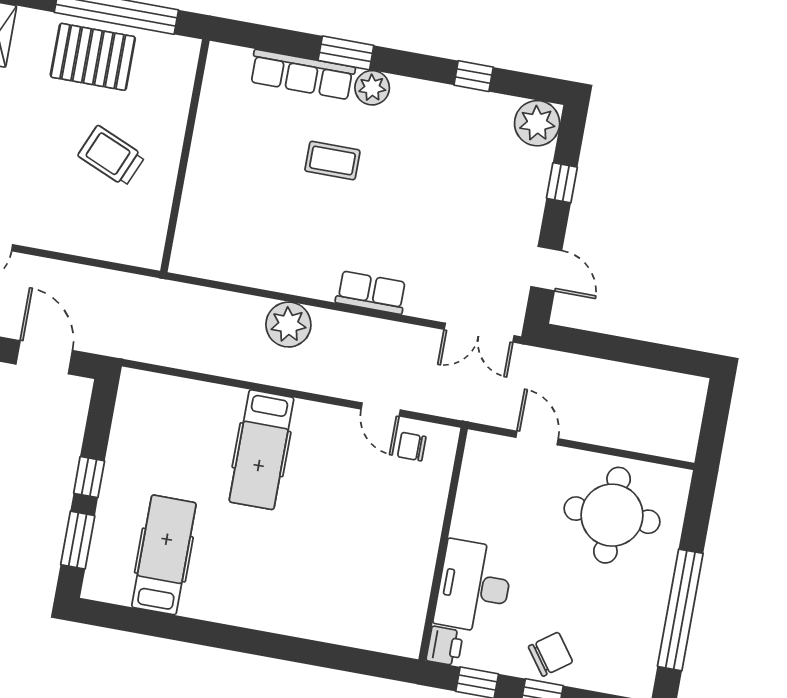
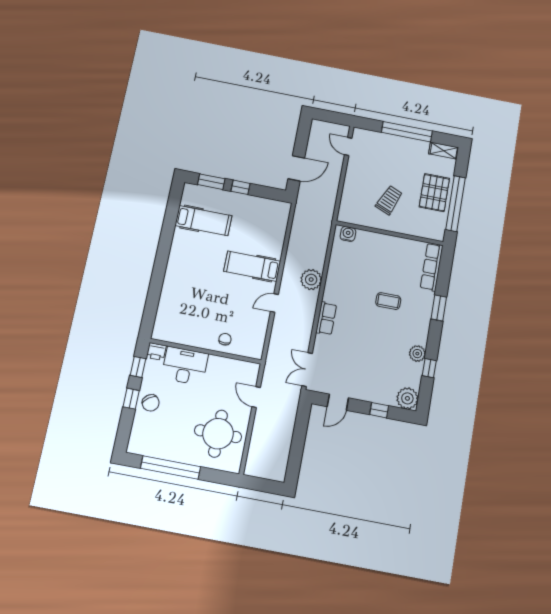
row of seats: (302, 74) -> (432, 267), moved
plant: (372, 88) -> (417, 354), moved
coffee table: (332, 161) -> (388, 301), turned 90
water cooler: (188, 246) -> (348, 234), added
door: (381, 410) -> (274, 303), moved
door: (537, 438) -> (256, 397), swing flipped
chair: (412, 447) -> (225, 339), moved

